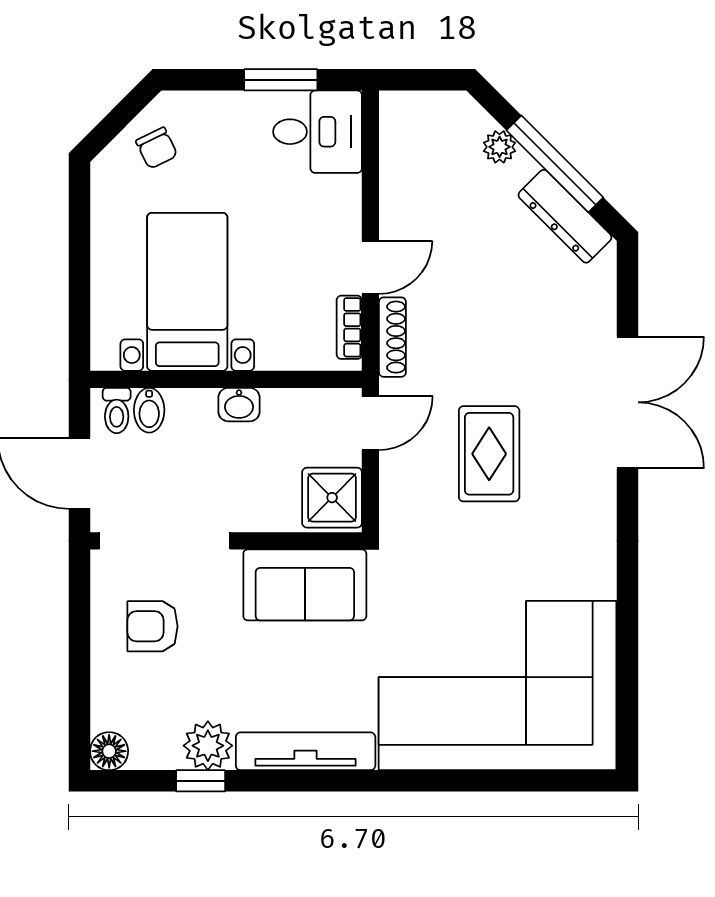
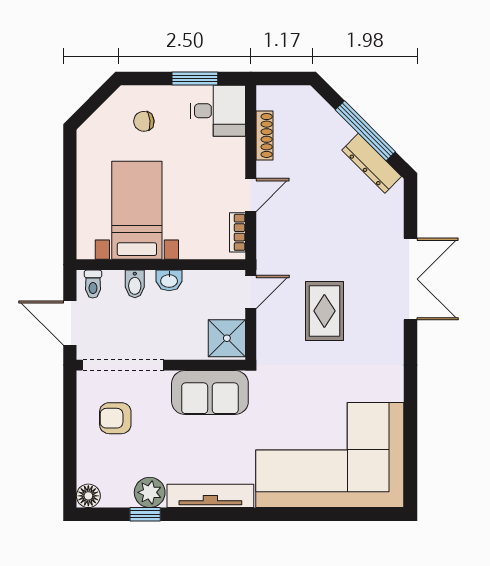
plant: (500, 147) -> (331, 120), removed
chair: (157, 148) -> (144, 121), moved, turned 111
shoe rack: (392, 337) -> (264, 135), moved
bidet: (149, 410) -> (135, 284), moved

